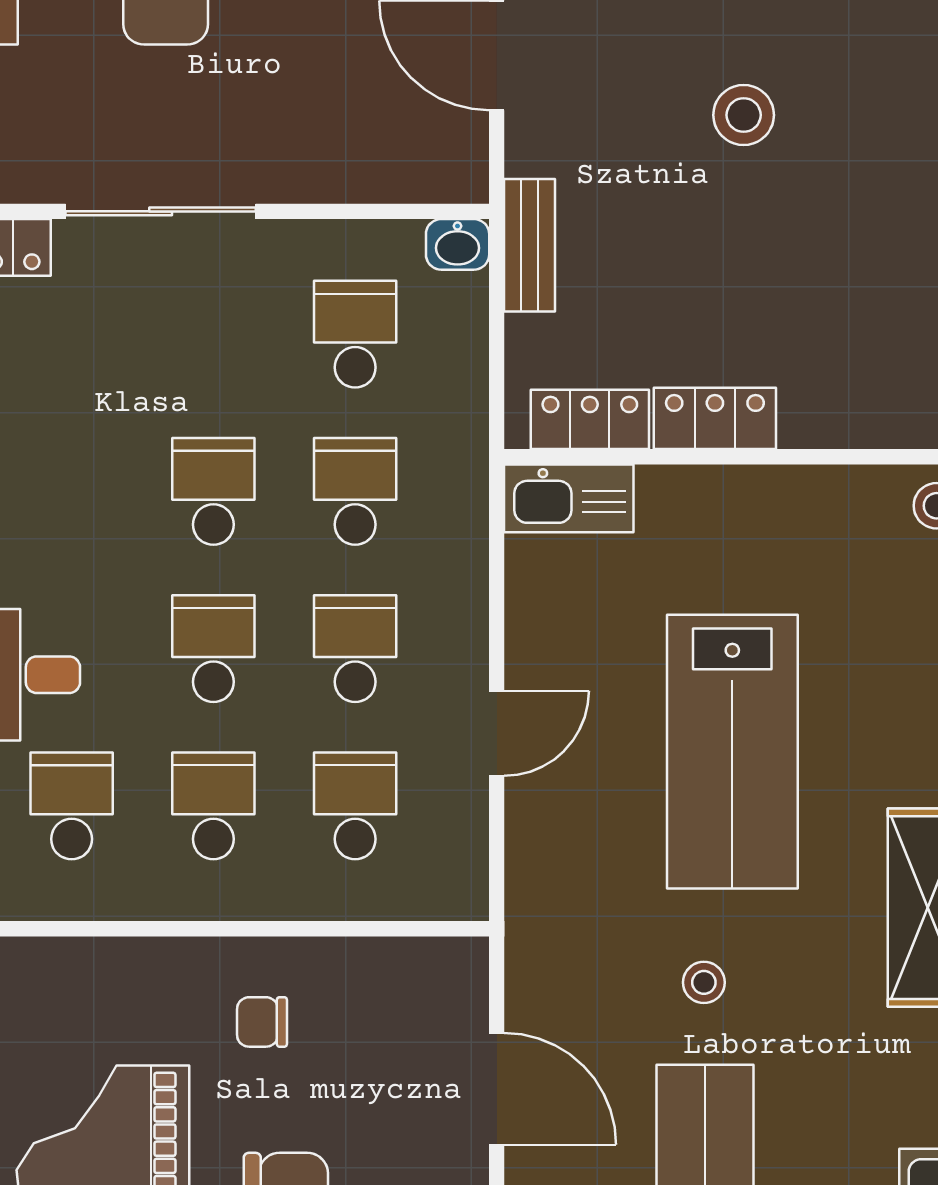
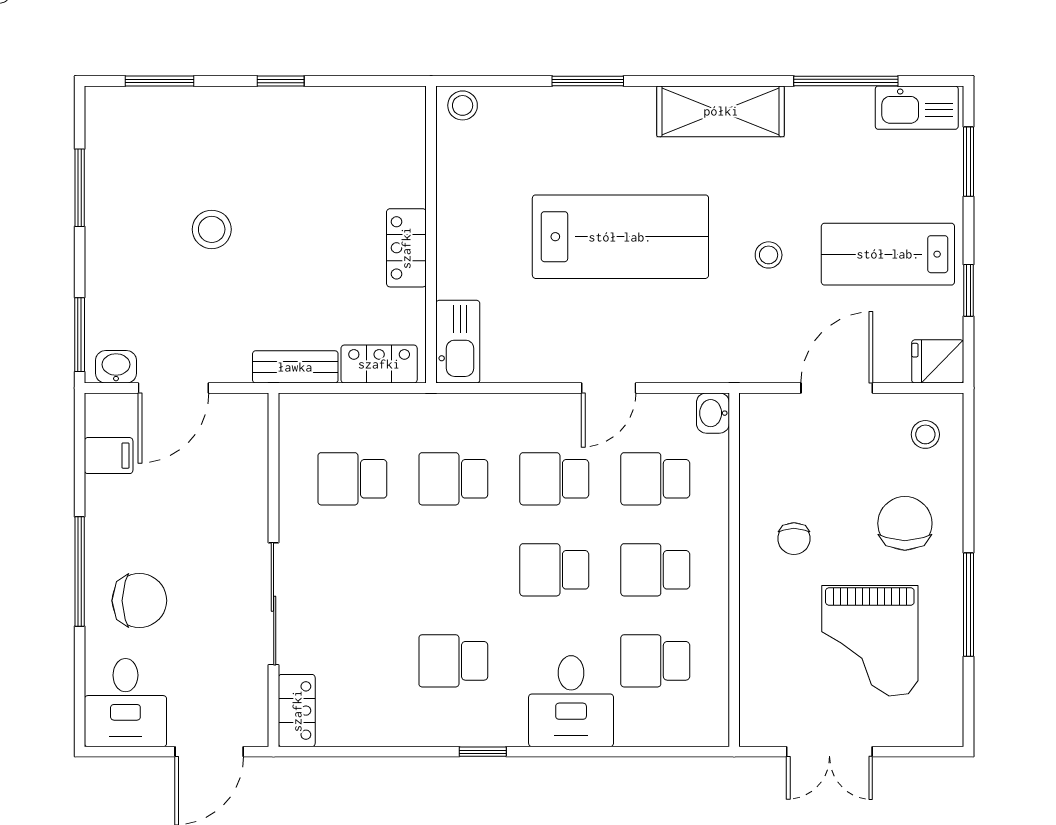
washbasin: (458, 244) -> (713, 413), moved, turned 180
locker: (590, 419) -> (379, 364), moved, turned 90
school desk: (213, 491) -> (453, 661), moved
door: (497, 733) -> (609, 388), swing flipped

